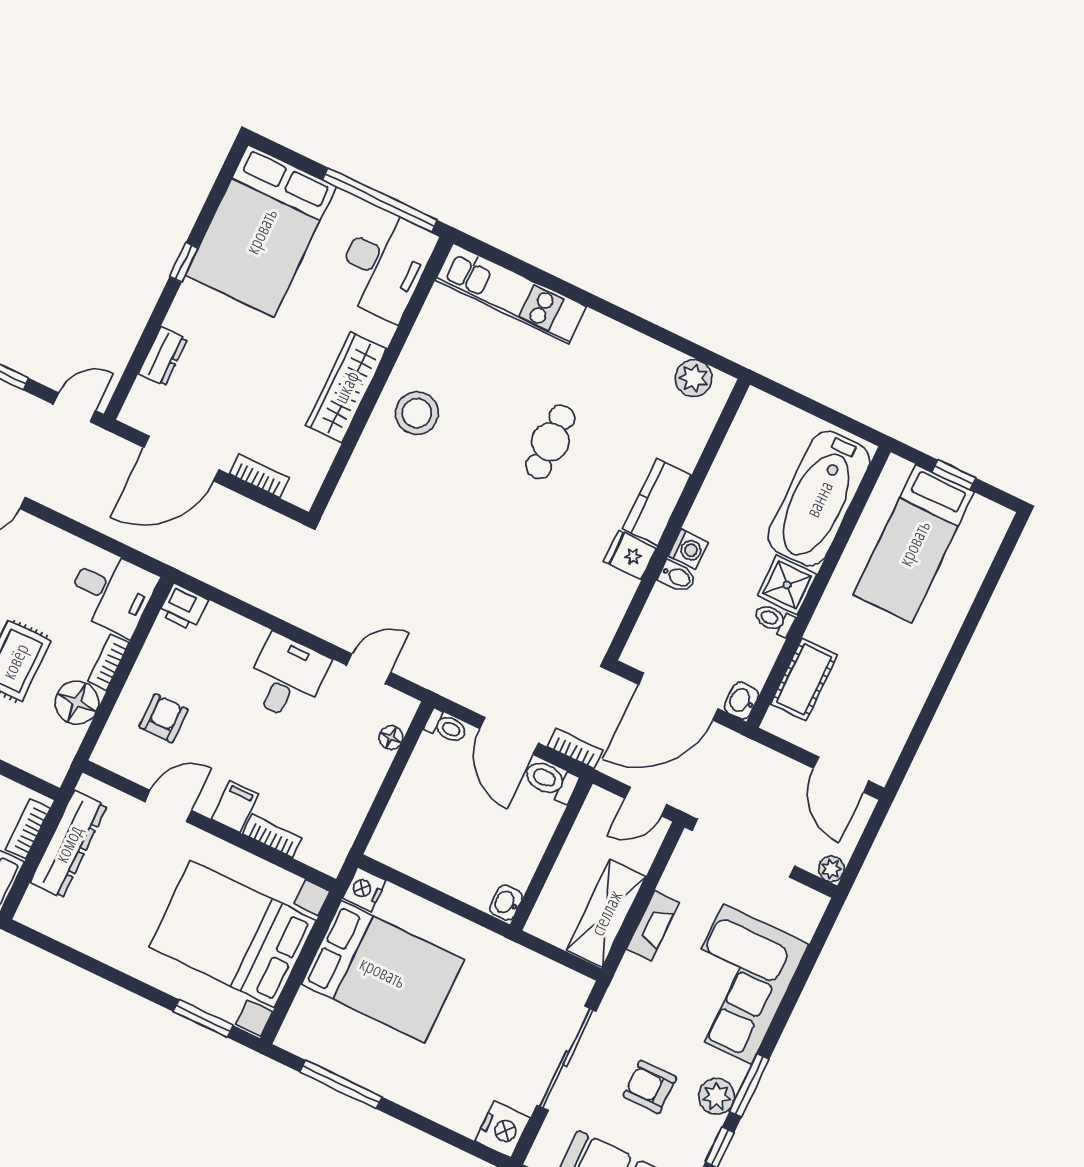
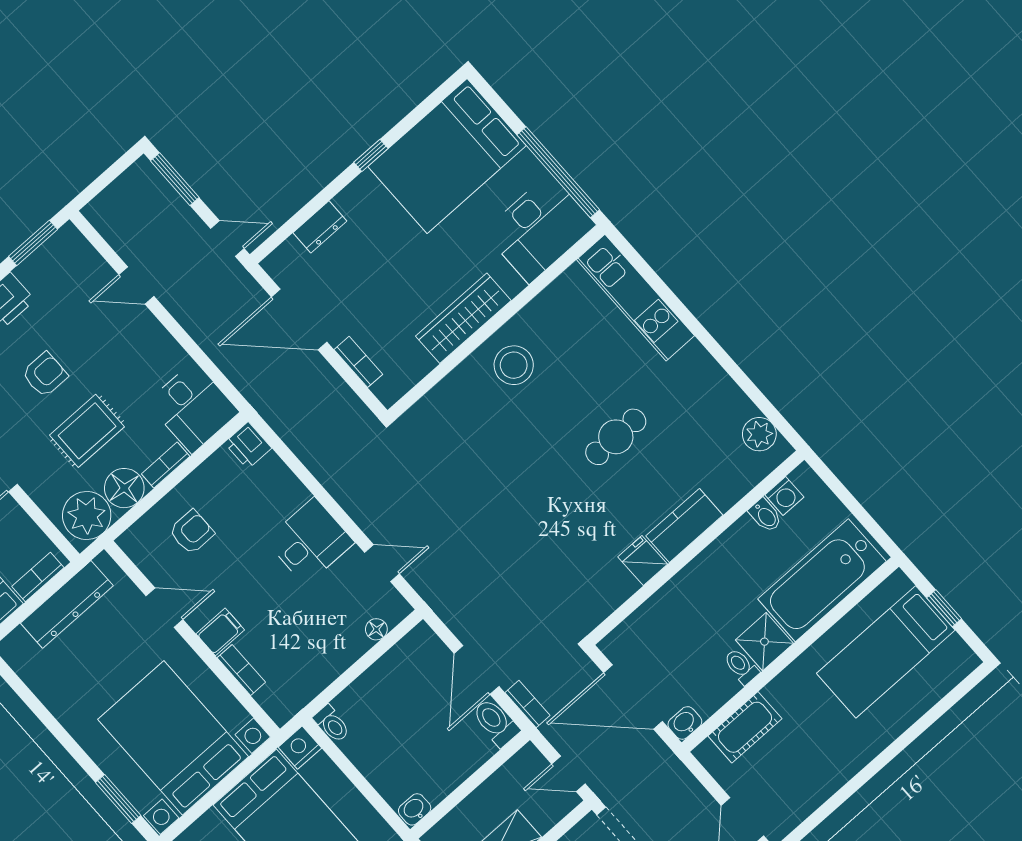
washing machine: (688, 549) -> (784, 496), moved
bidet: (677, 577) -> (765, 515), moved
toilet: (446, 727) -> (332, 724), moved
plant: (51, 746) -> (87, 516), added

